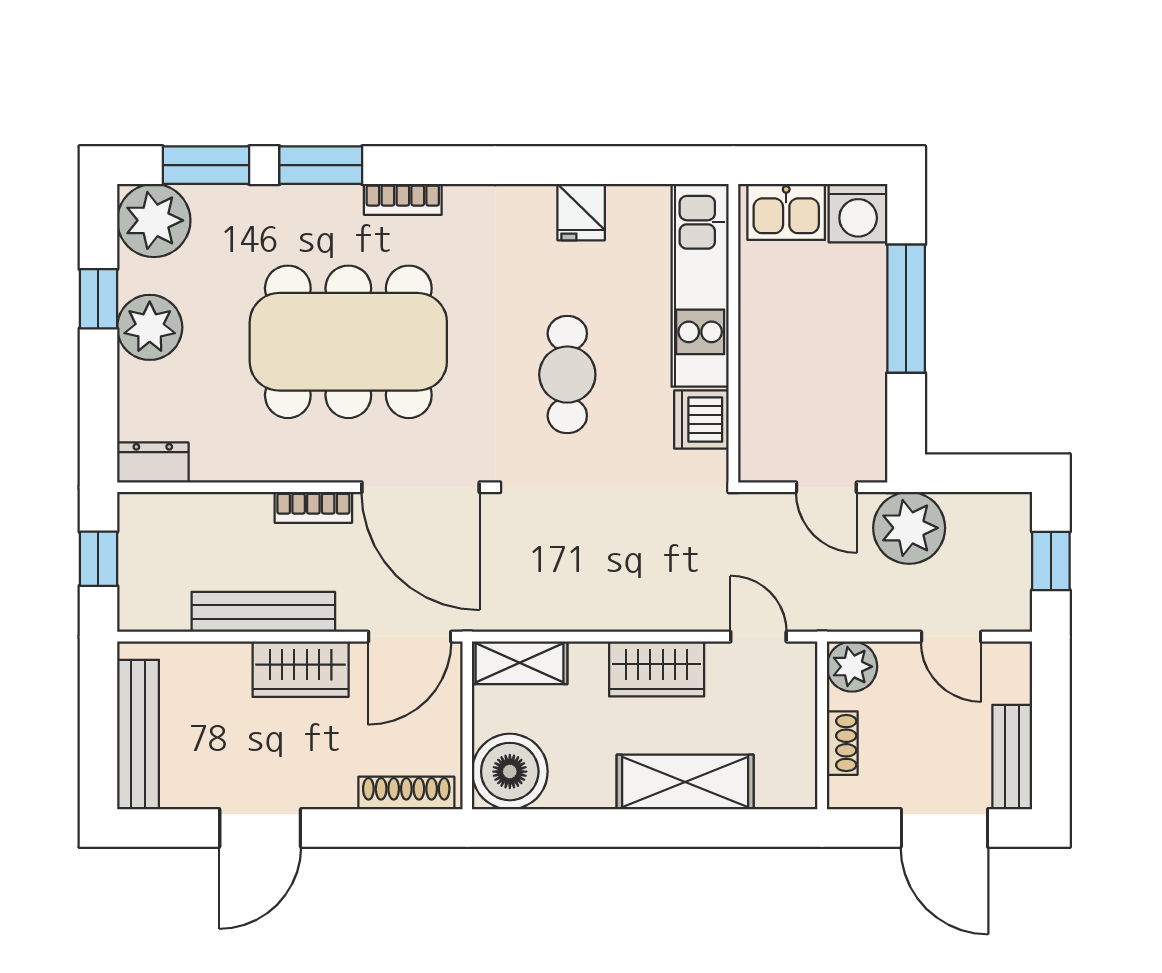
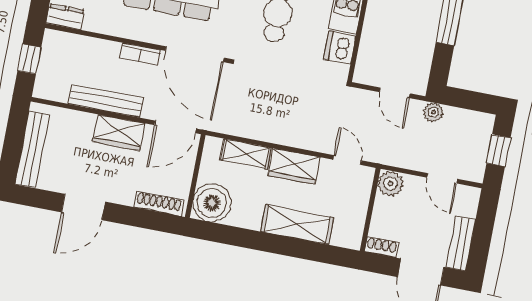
plant: (909, 528) -> (433, 112), width x0.53, depth x0.53
shelving: (520, 663) -> (246, 154), moved
shoe rack: (842, 743) -> (382, 247), moved, turned -90

